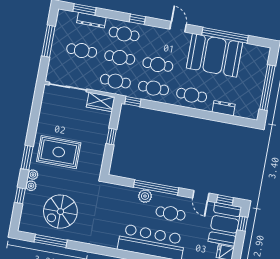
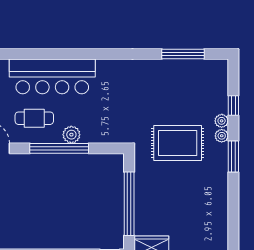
window: (111, 137) -> (129, 204), width x3.17
rug: (59, 152) -> (178, 143), moved
spiral stairs: (60, 212) -> (177, 94), removed

